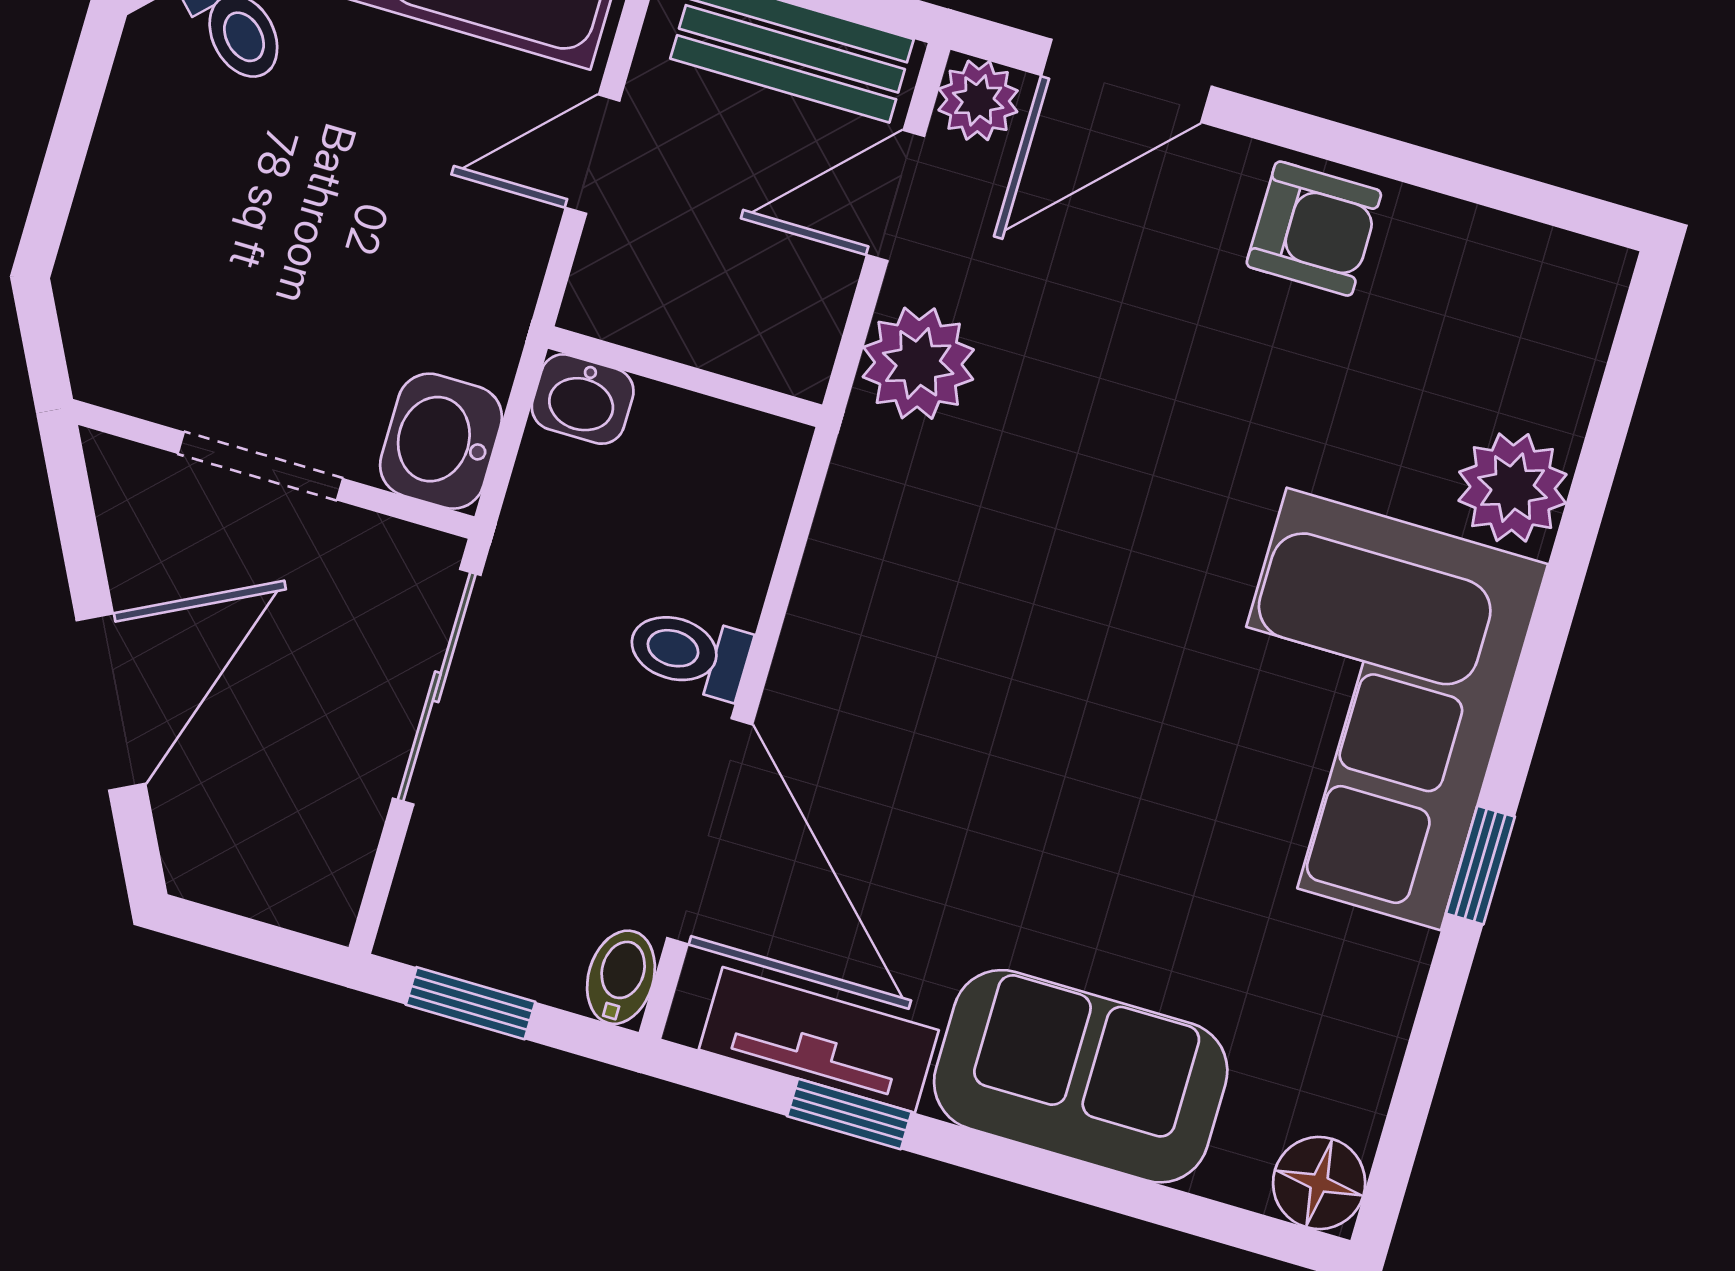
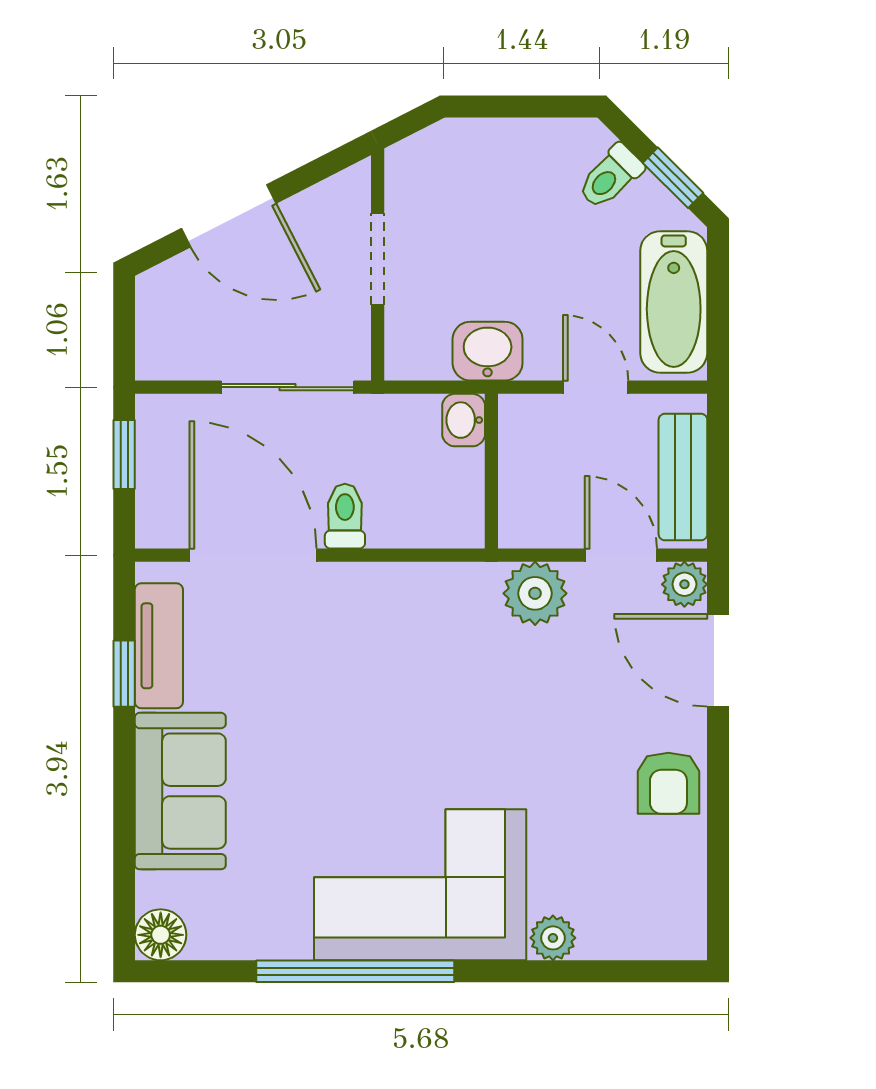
washbasin: (441, 441) -> (488, 351), moved
plant: (1513, 488) -> (553, 938), width x0.73, depth x0.73
door: (710, 831) -> (253, 555), swing flipped
window: (1480, 865) -> (355, 971), width x3.17
bidet: (621, 977) -> (161, 531), removed

